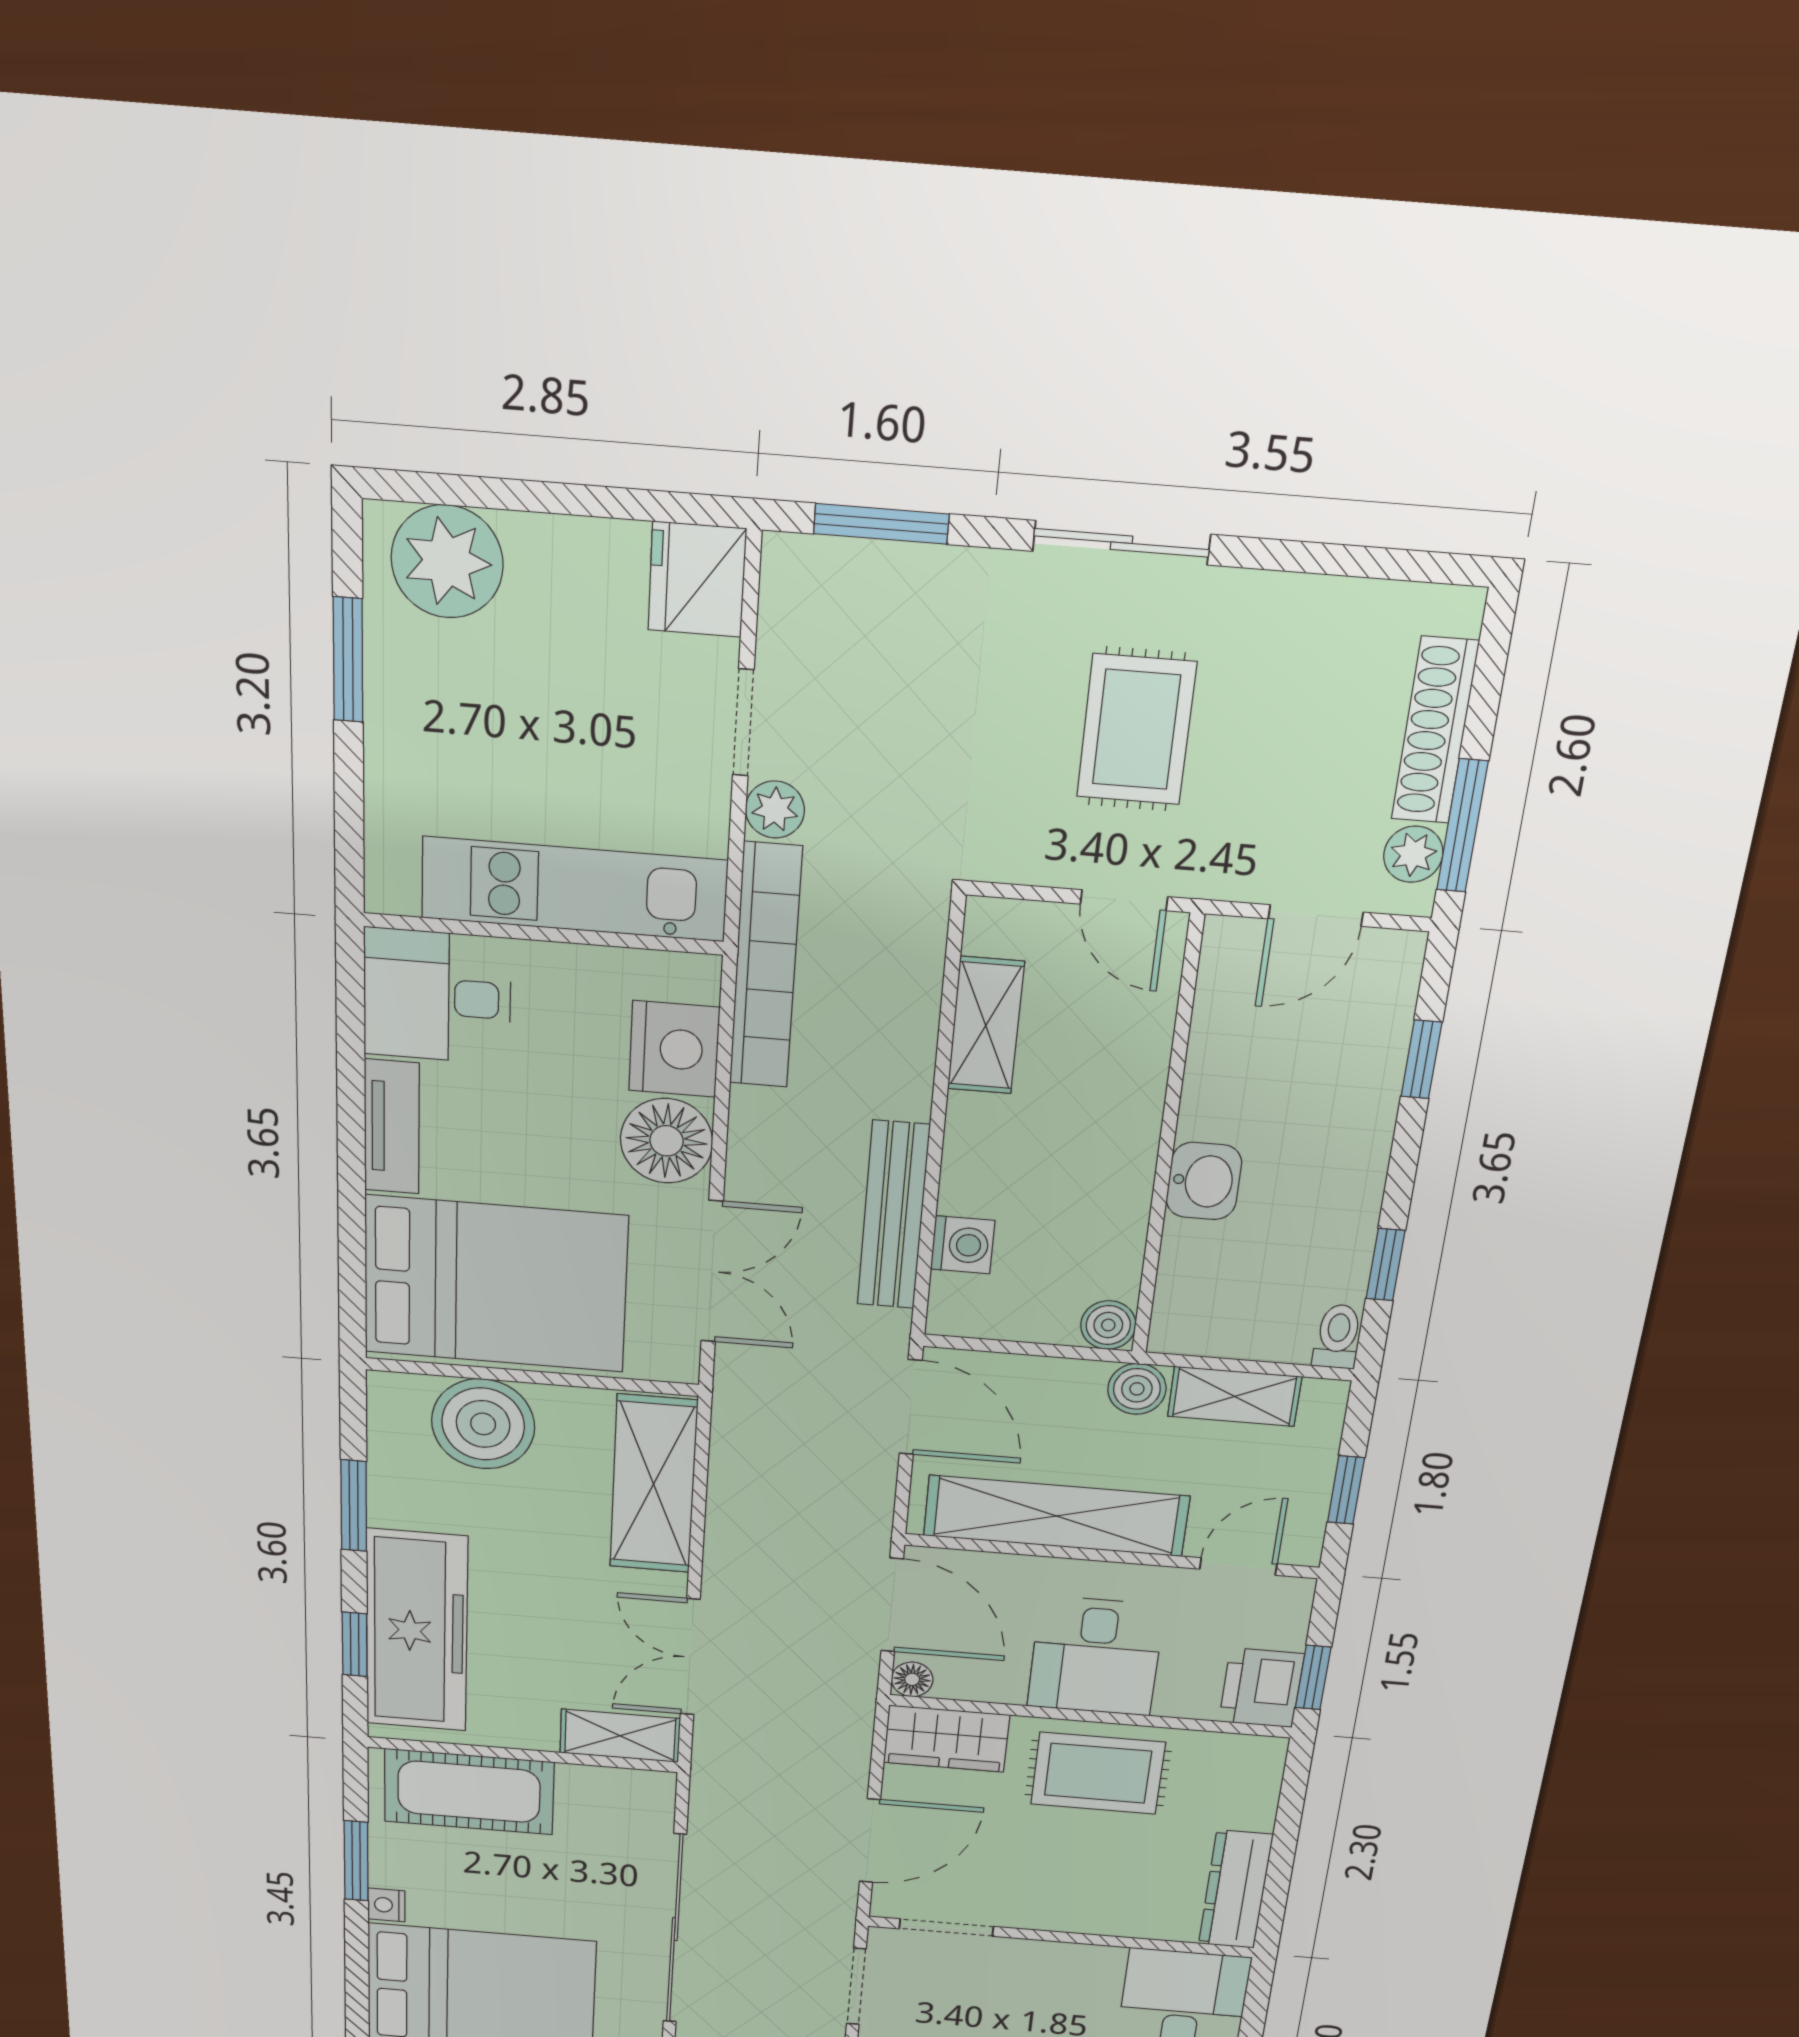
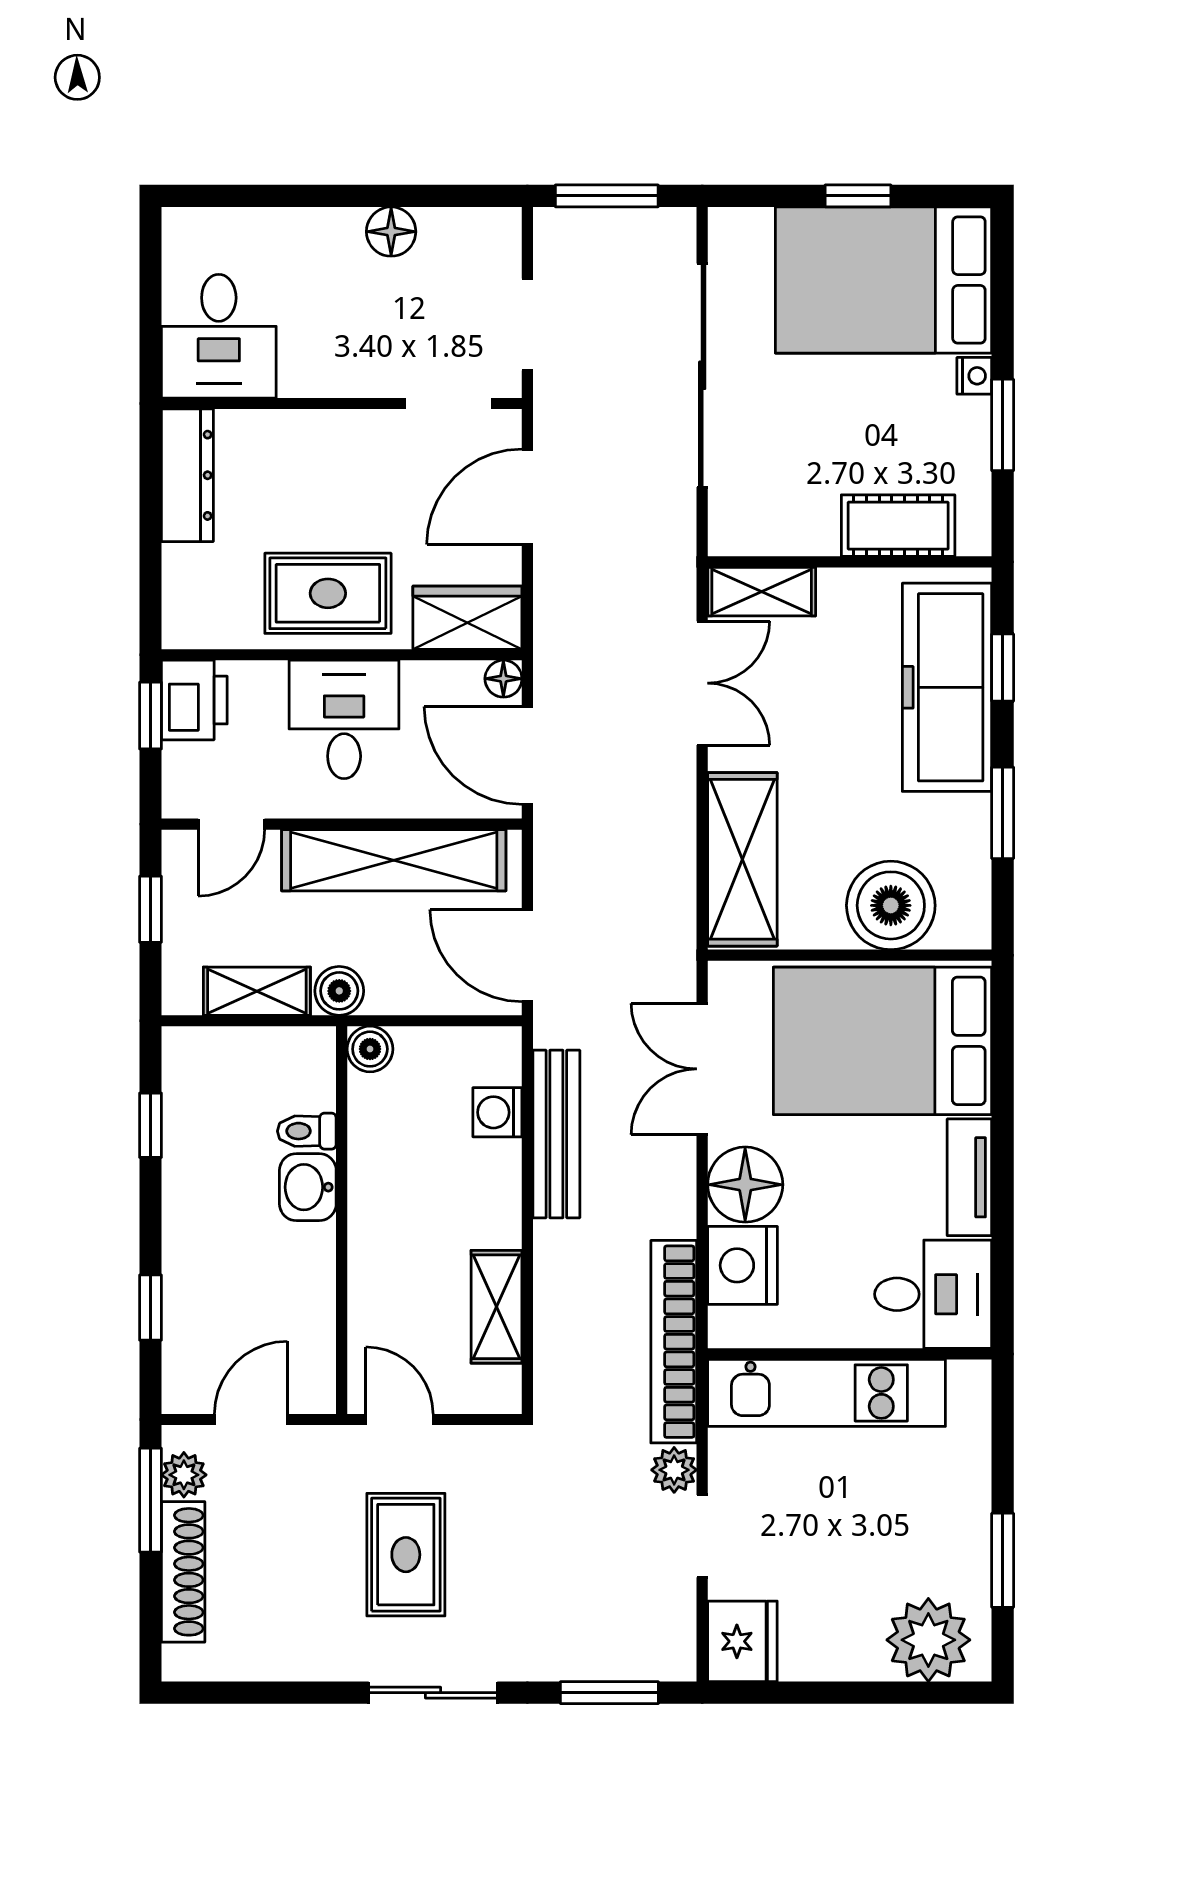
toilet: (1338, 1336) -> (307, 1131), moved, turned 90
cot: (469, 1792) -> (898, 526), width x0.73, depth x0.75

